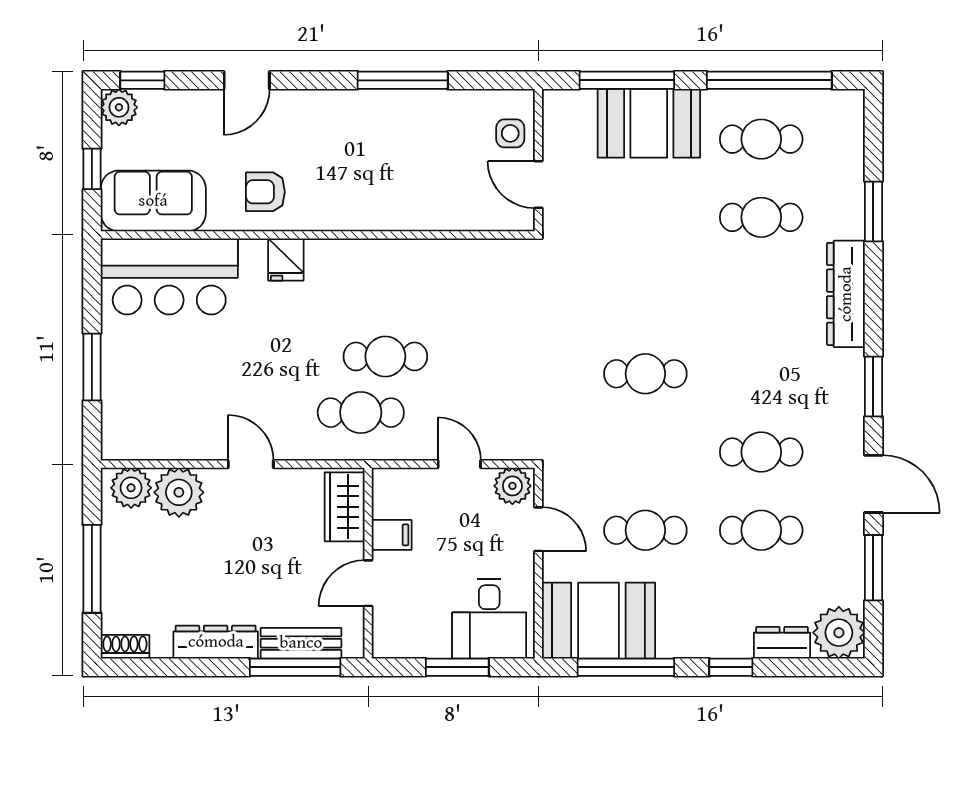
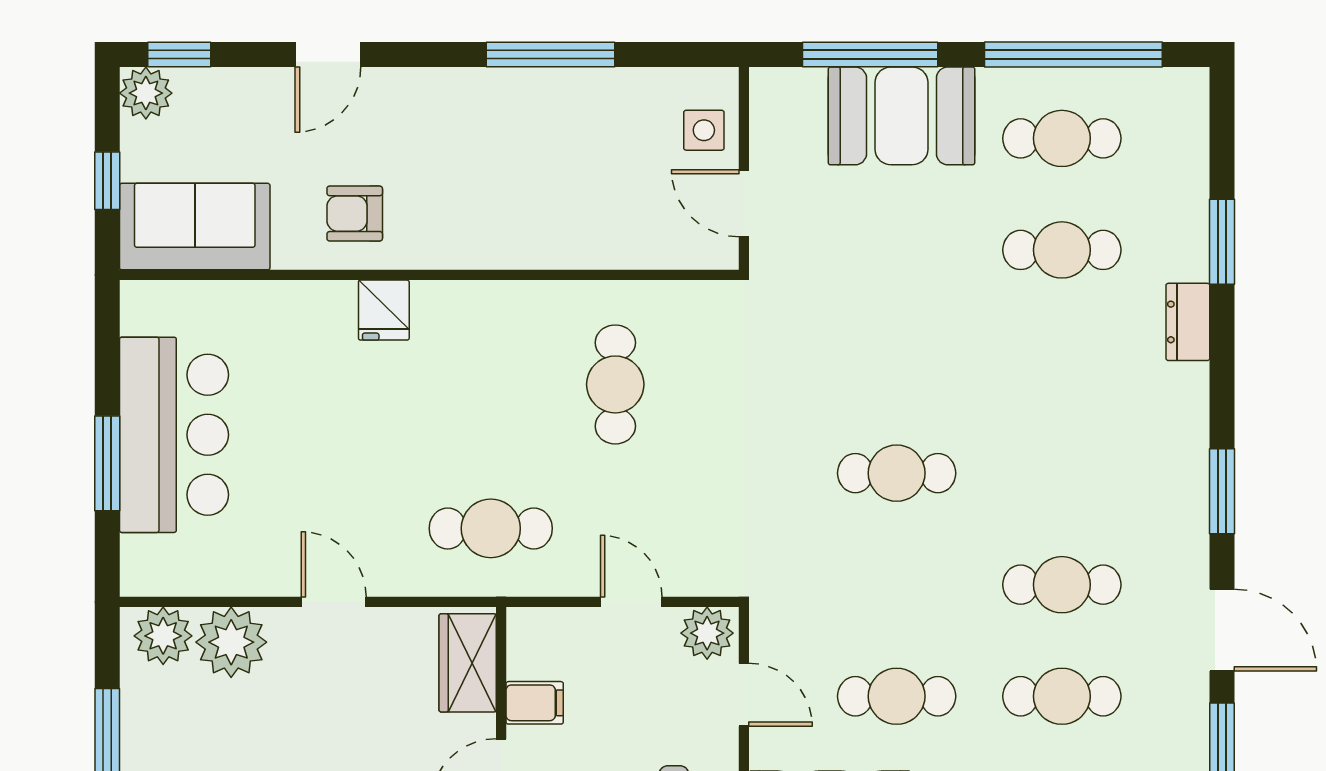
bar counter: (169, 276) -> (174, 435), moved, turned -90
dresser: (846, 294) -> (1188, 322), width x0.51, depth x0.80
cafe table: (385, 356) -> (615, 384), moved, turned 90

